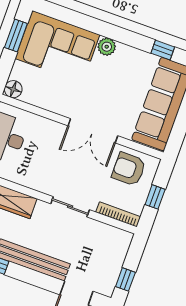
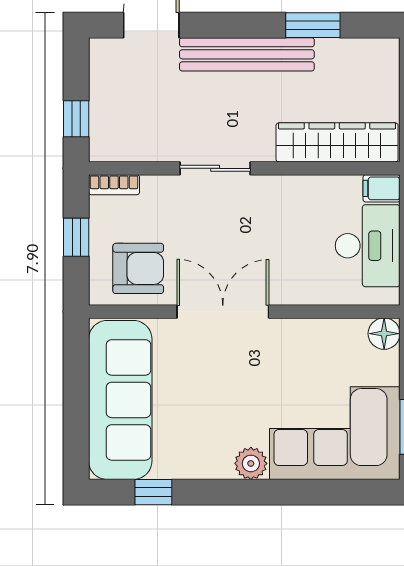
bookcase: (118, 214) -> (114, 185), width x0.64
window: (125, 279) -> (76, 119), moved

